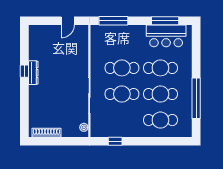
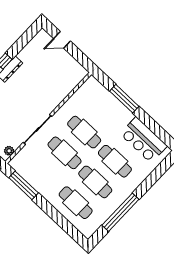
door: (68, 21) -> (62, 40), moved
window: (113, 21) -> (124, 99), moved
window: (165, 21) -> (154, 127), removed
window: (115, 141) -> (24, 185), width x2.17

